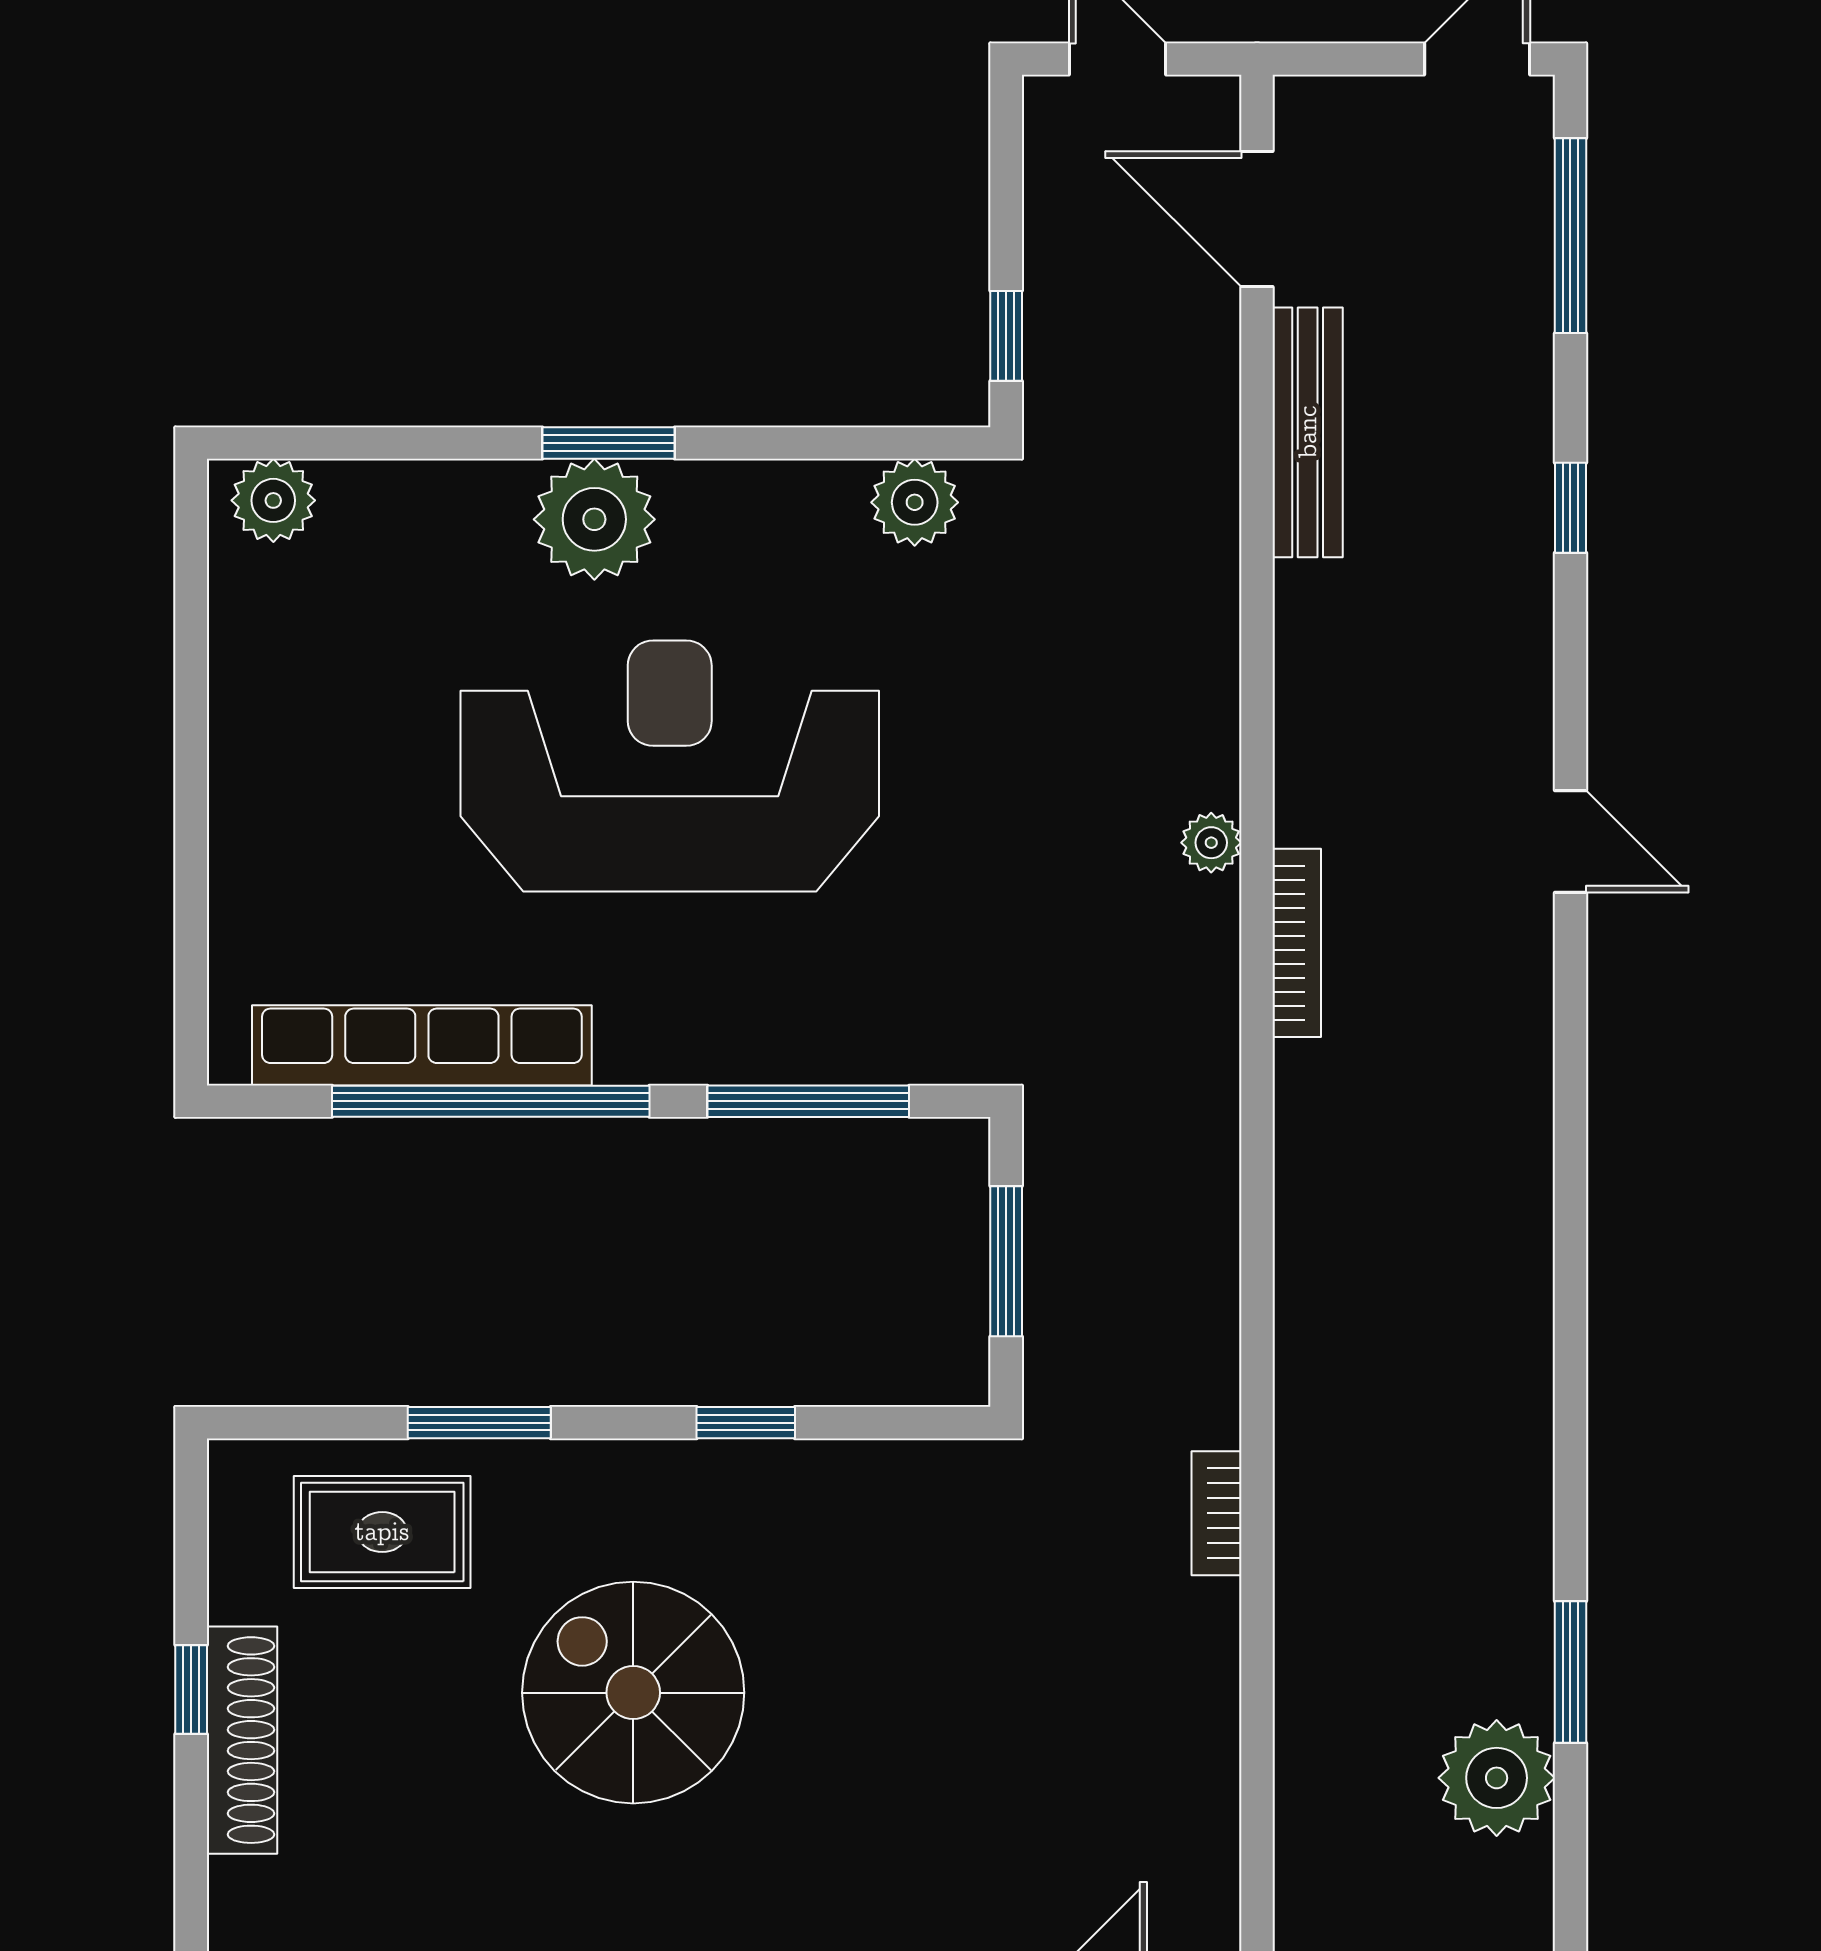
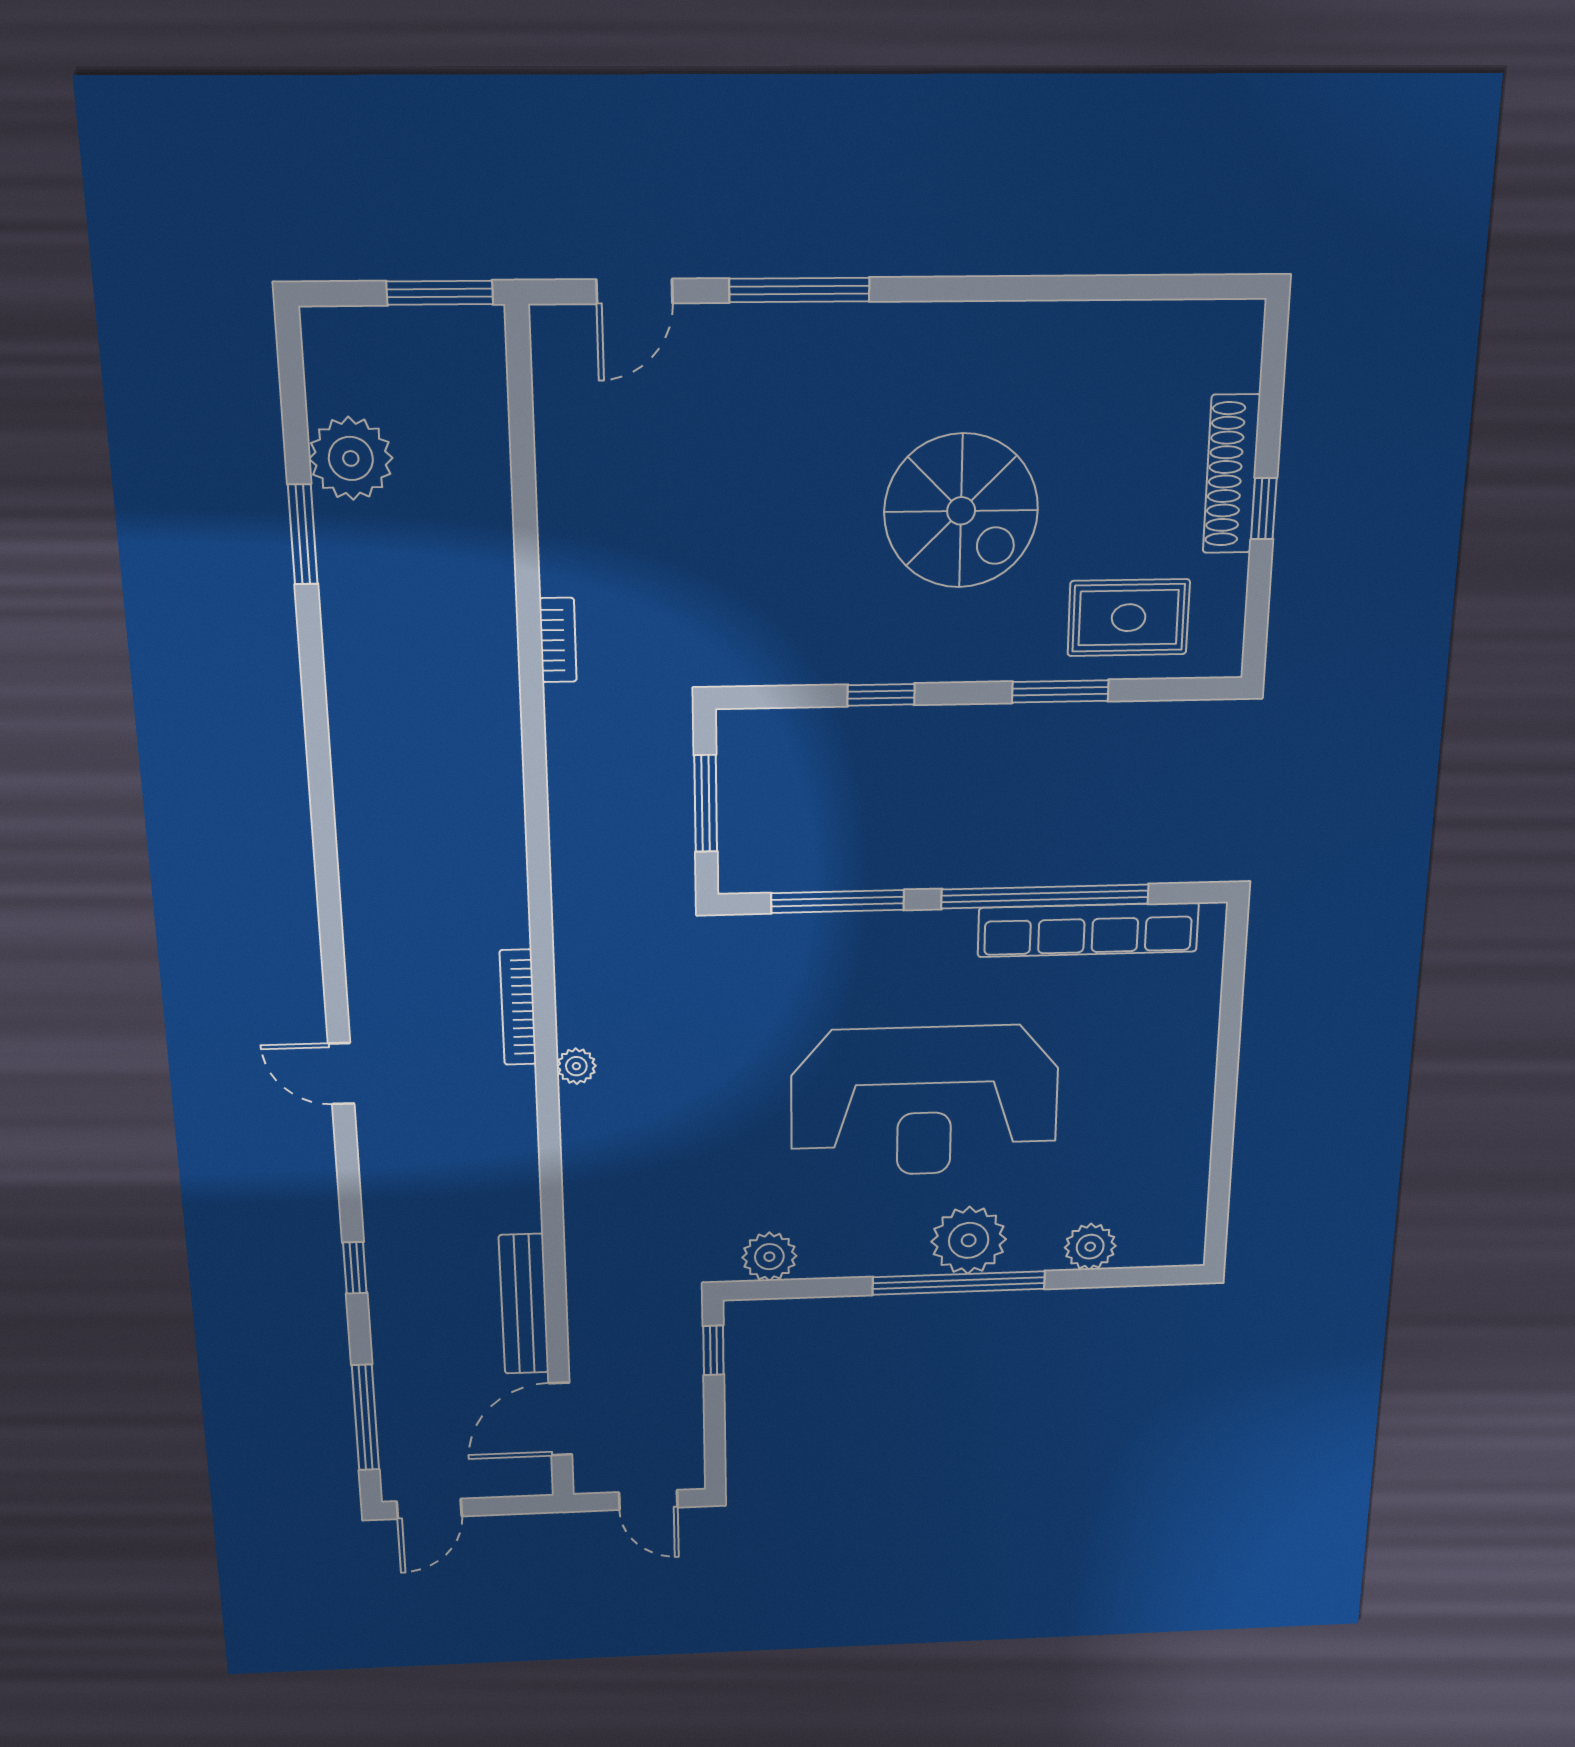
door: (1257, 219) -> (560, 1419), swing flipped
window: (609, 443) -> (959, 1283), width x2.11
plant: (273, 500) -> (1090, 1247), moved

